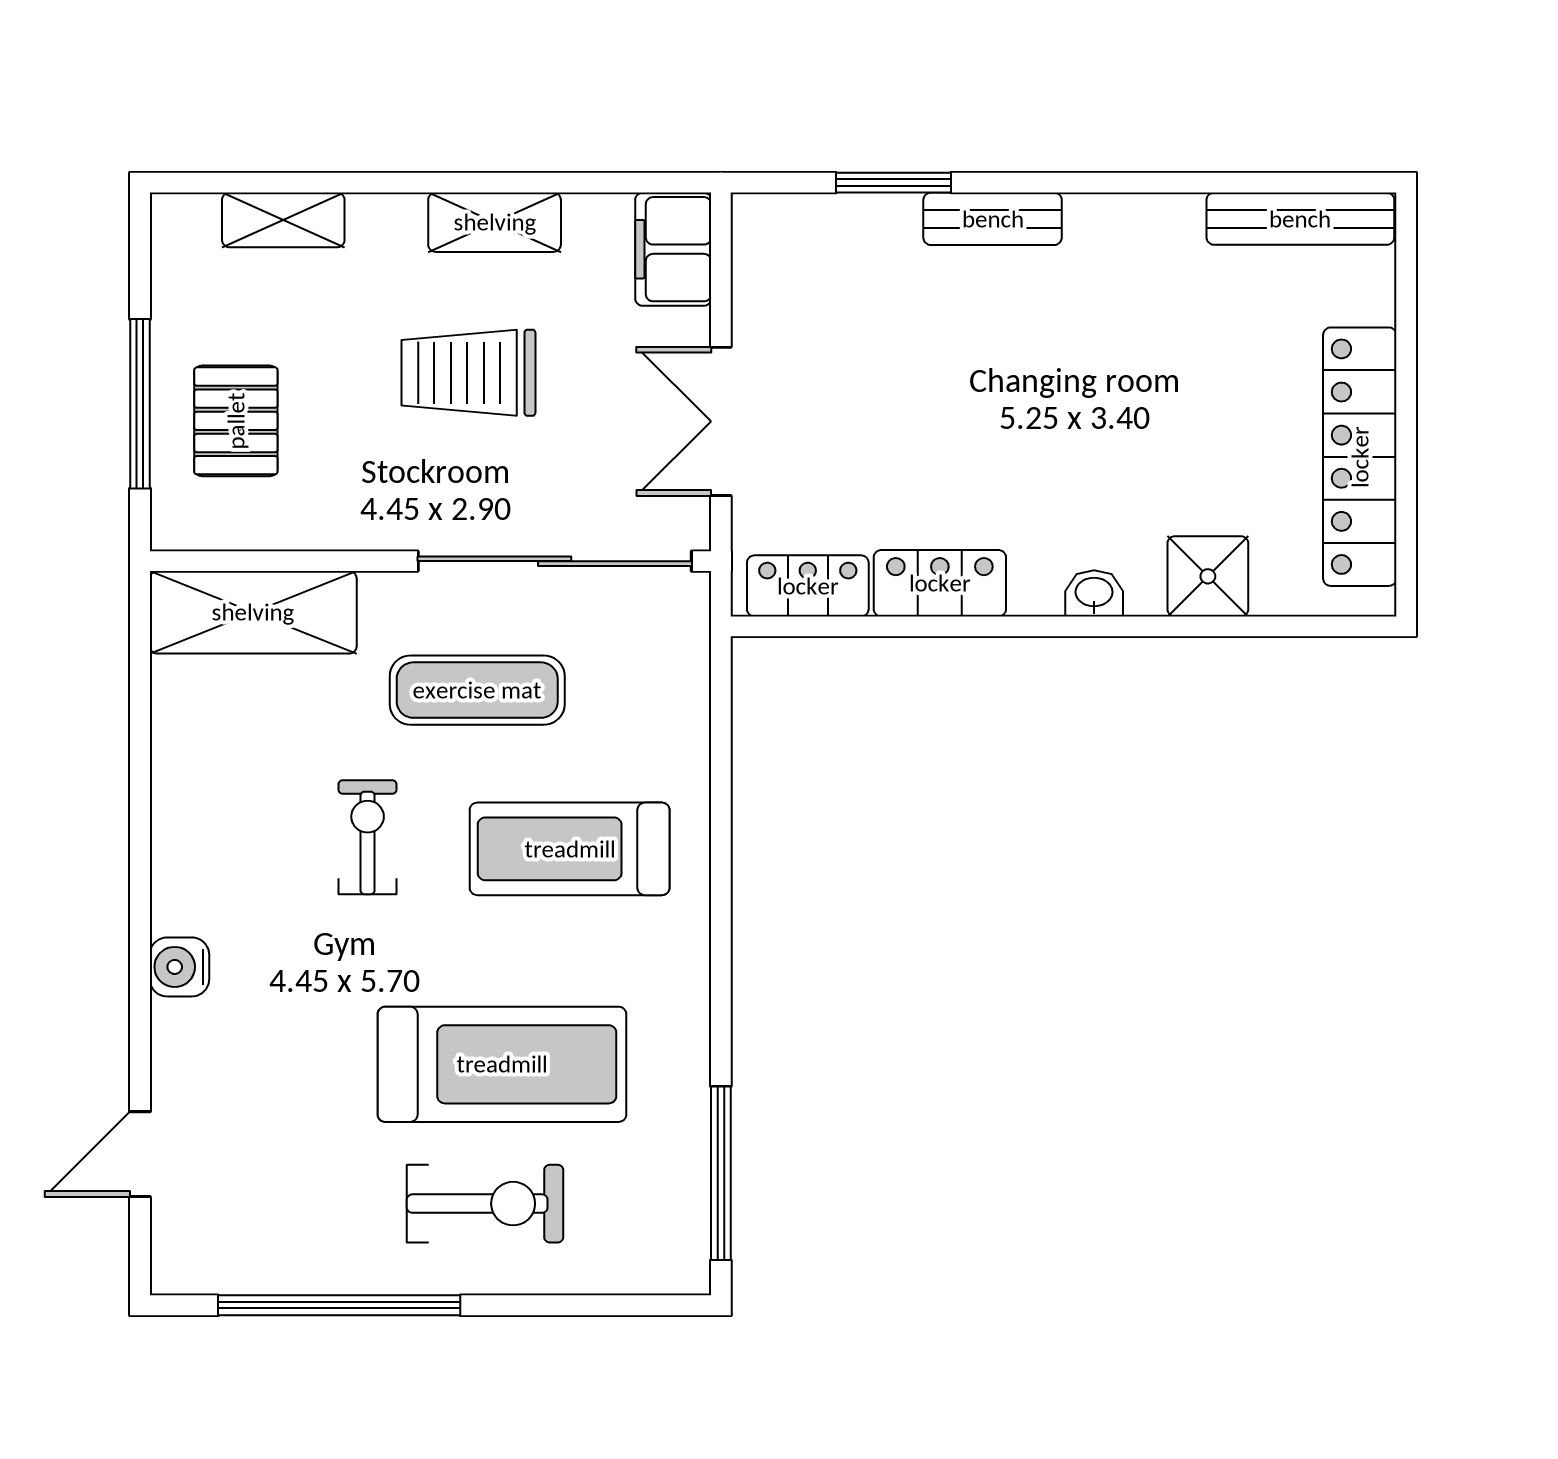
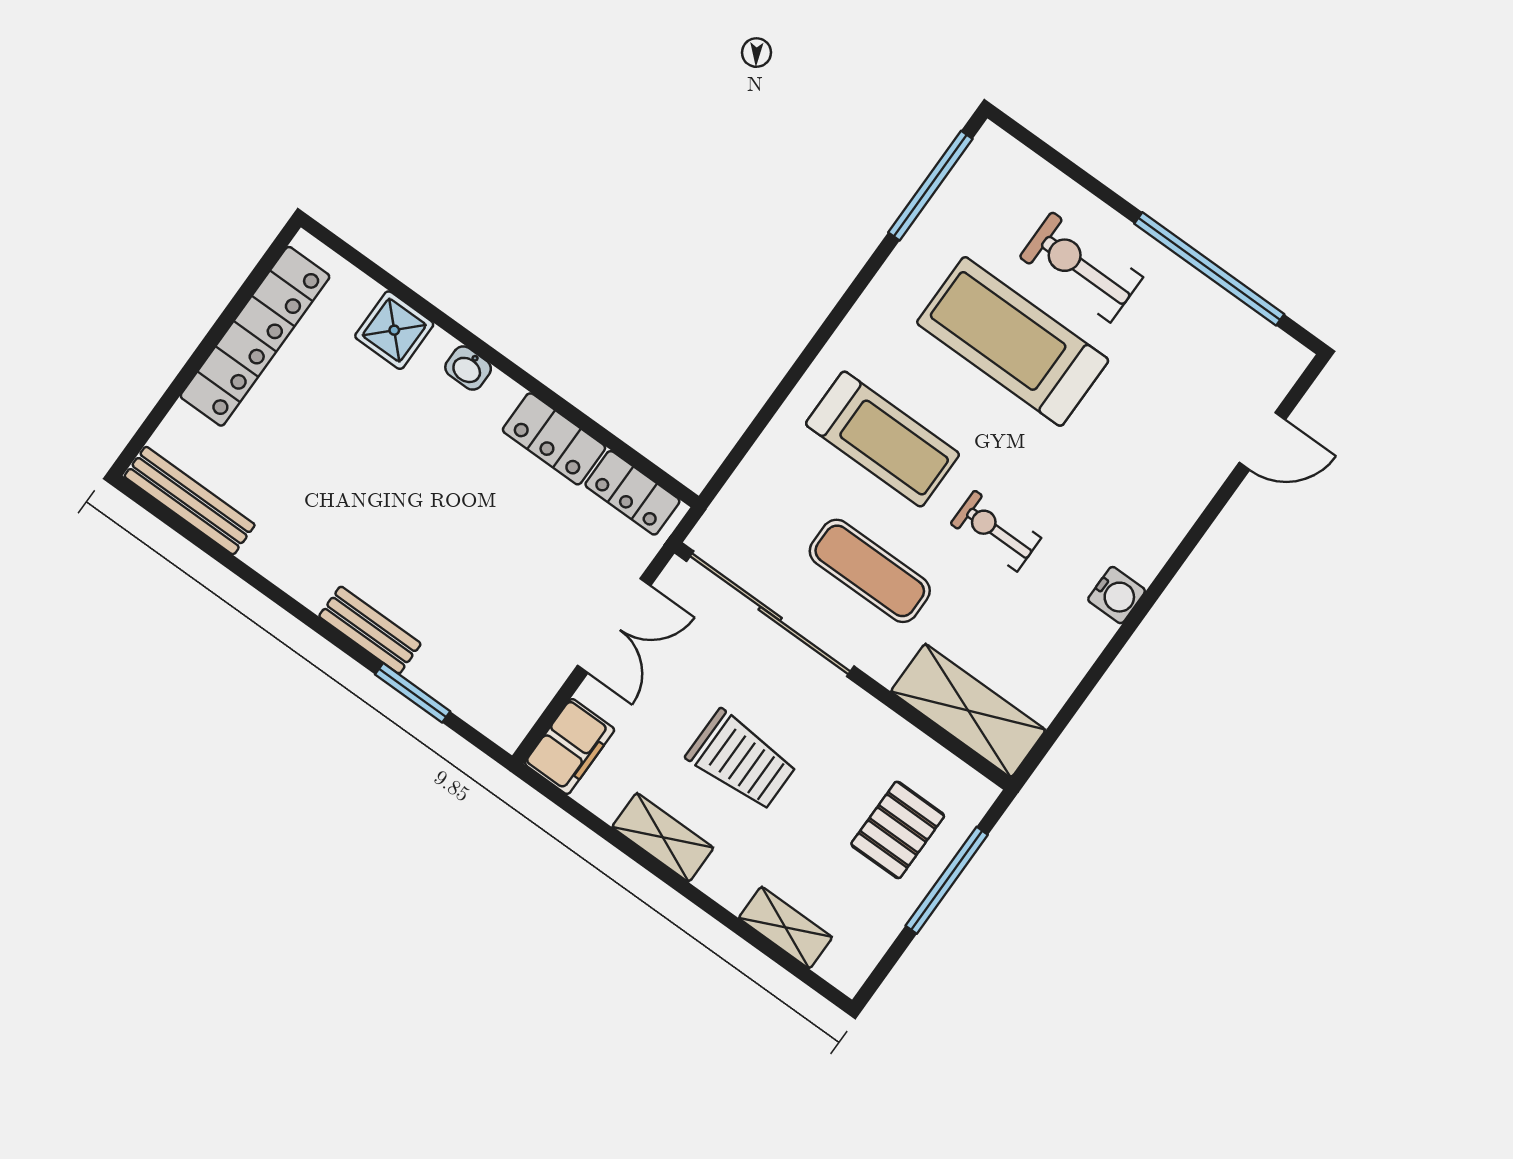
exercise bike: (368, 837) -> (996, 531), turned 90
water cooler: (179, 967) -> (1117, 595), moved

